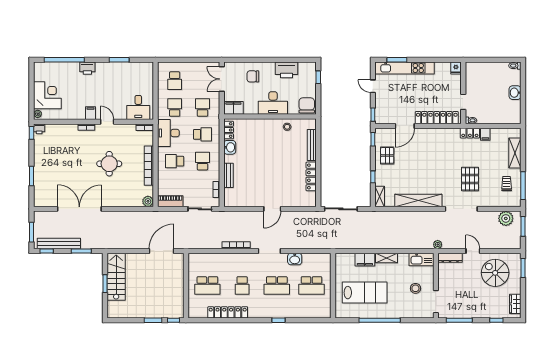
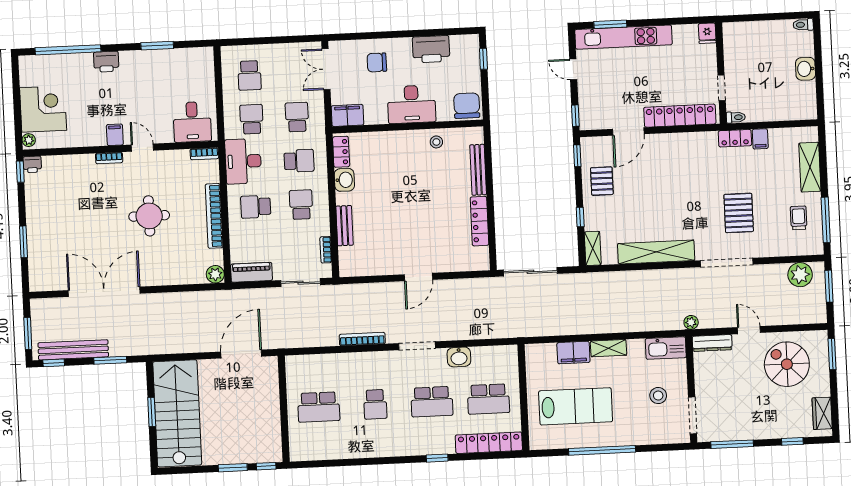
stairs: (116, 277) -> (177, 413), width x1.36, depth x1.51
locker: (228, 312) -> (489, 443), moved

